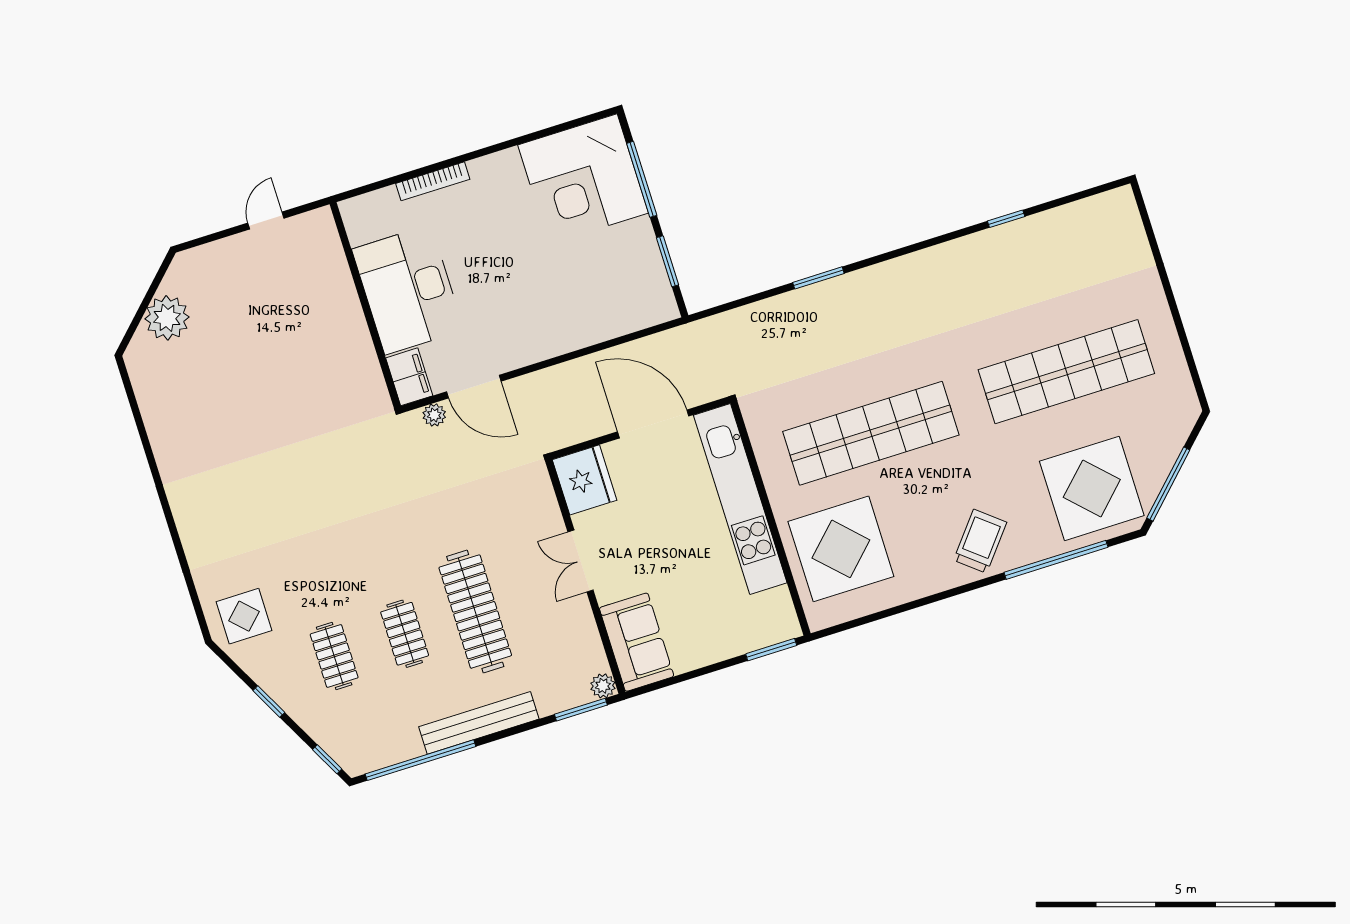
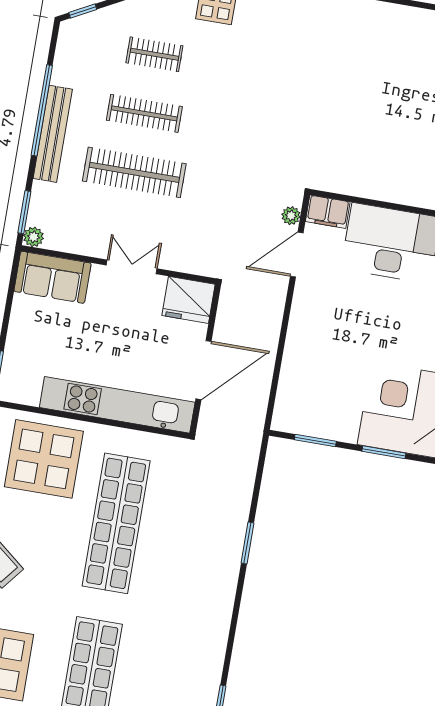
window: (642, 179) -> (384, 452), width x0.69
clothes rail: (405, 634) -> (144, 113), width x1.36
window: (421, 760) -> (42, 110), moved

